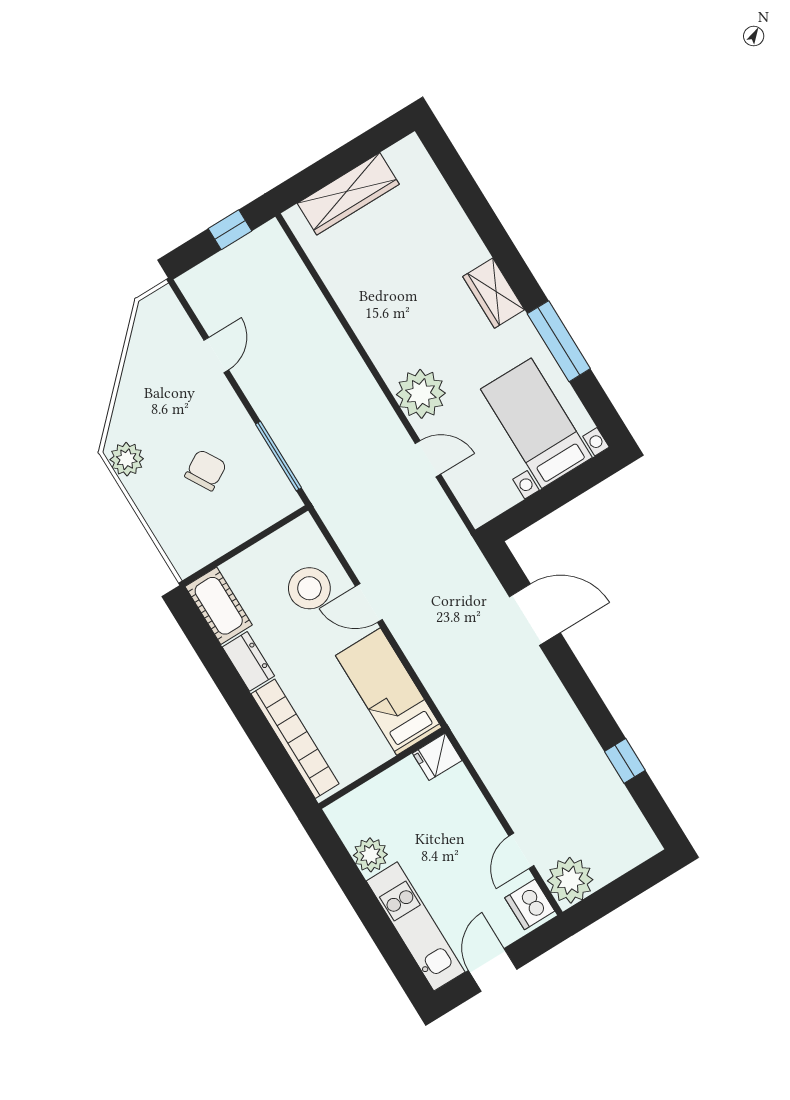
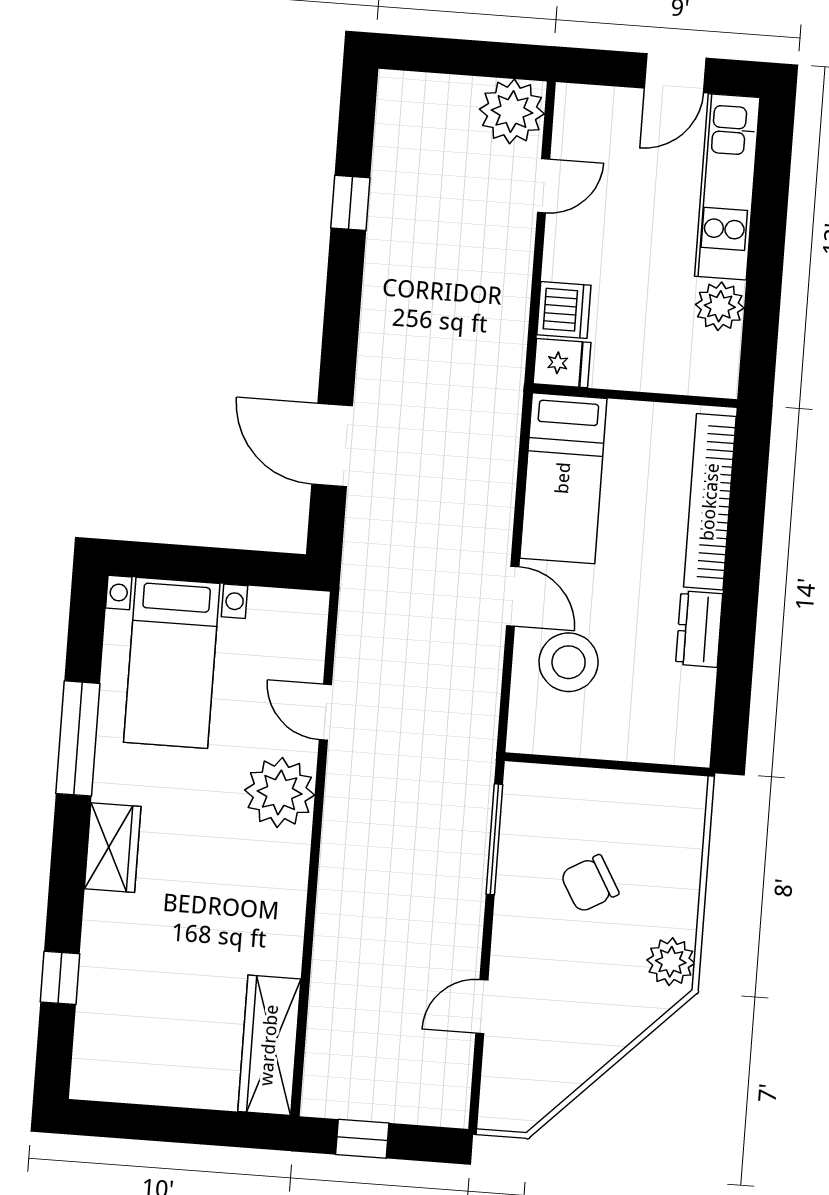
wardrobe: (348, 194) -> (269, 1045), moved, turned -90
window: (470, 197) -> (60, 978), added
cot: (219, 606) -> (687, 717), removed
dishwasher: (530, 904) -> (564, 310), moved

